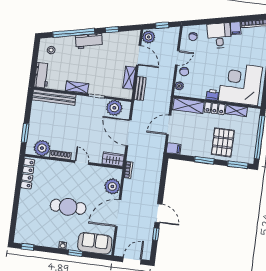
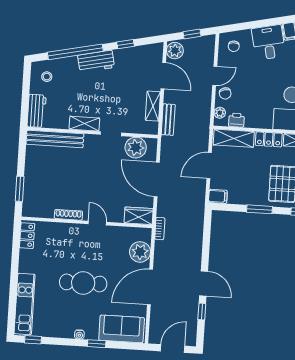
printer: (212, 95) -> (236, 120), moved
plant: (42, 148) -> (43, 207), removed
locker: (28, 174) -> (27, 236), width x0.66
kitchen unit: (23, 220) -> (25, 304), added

